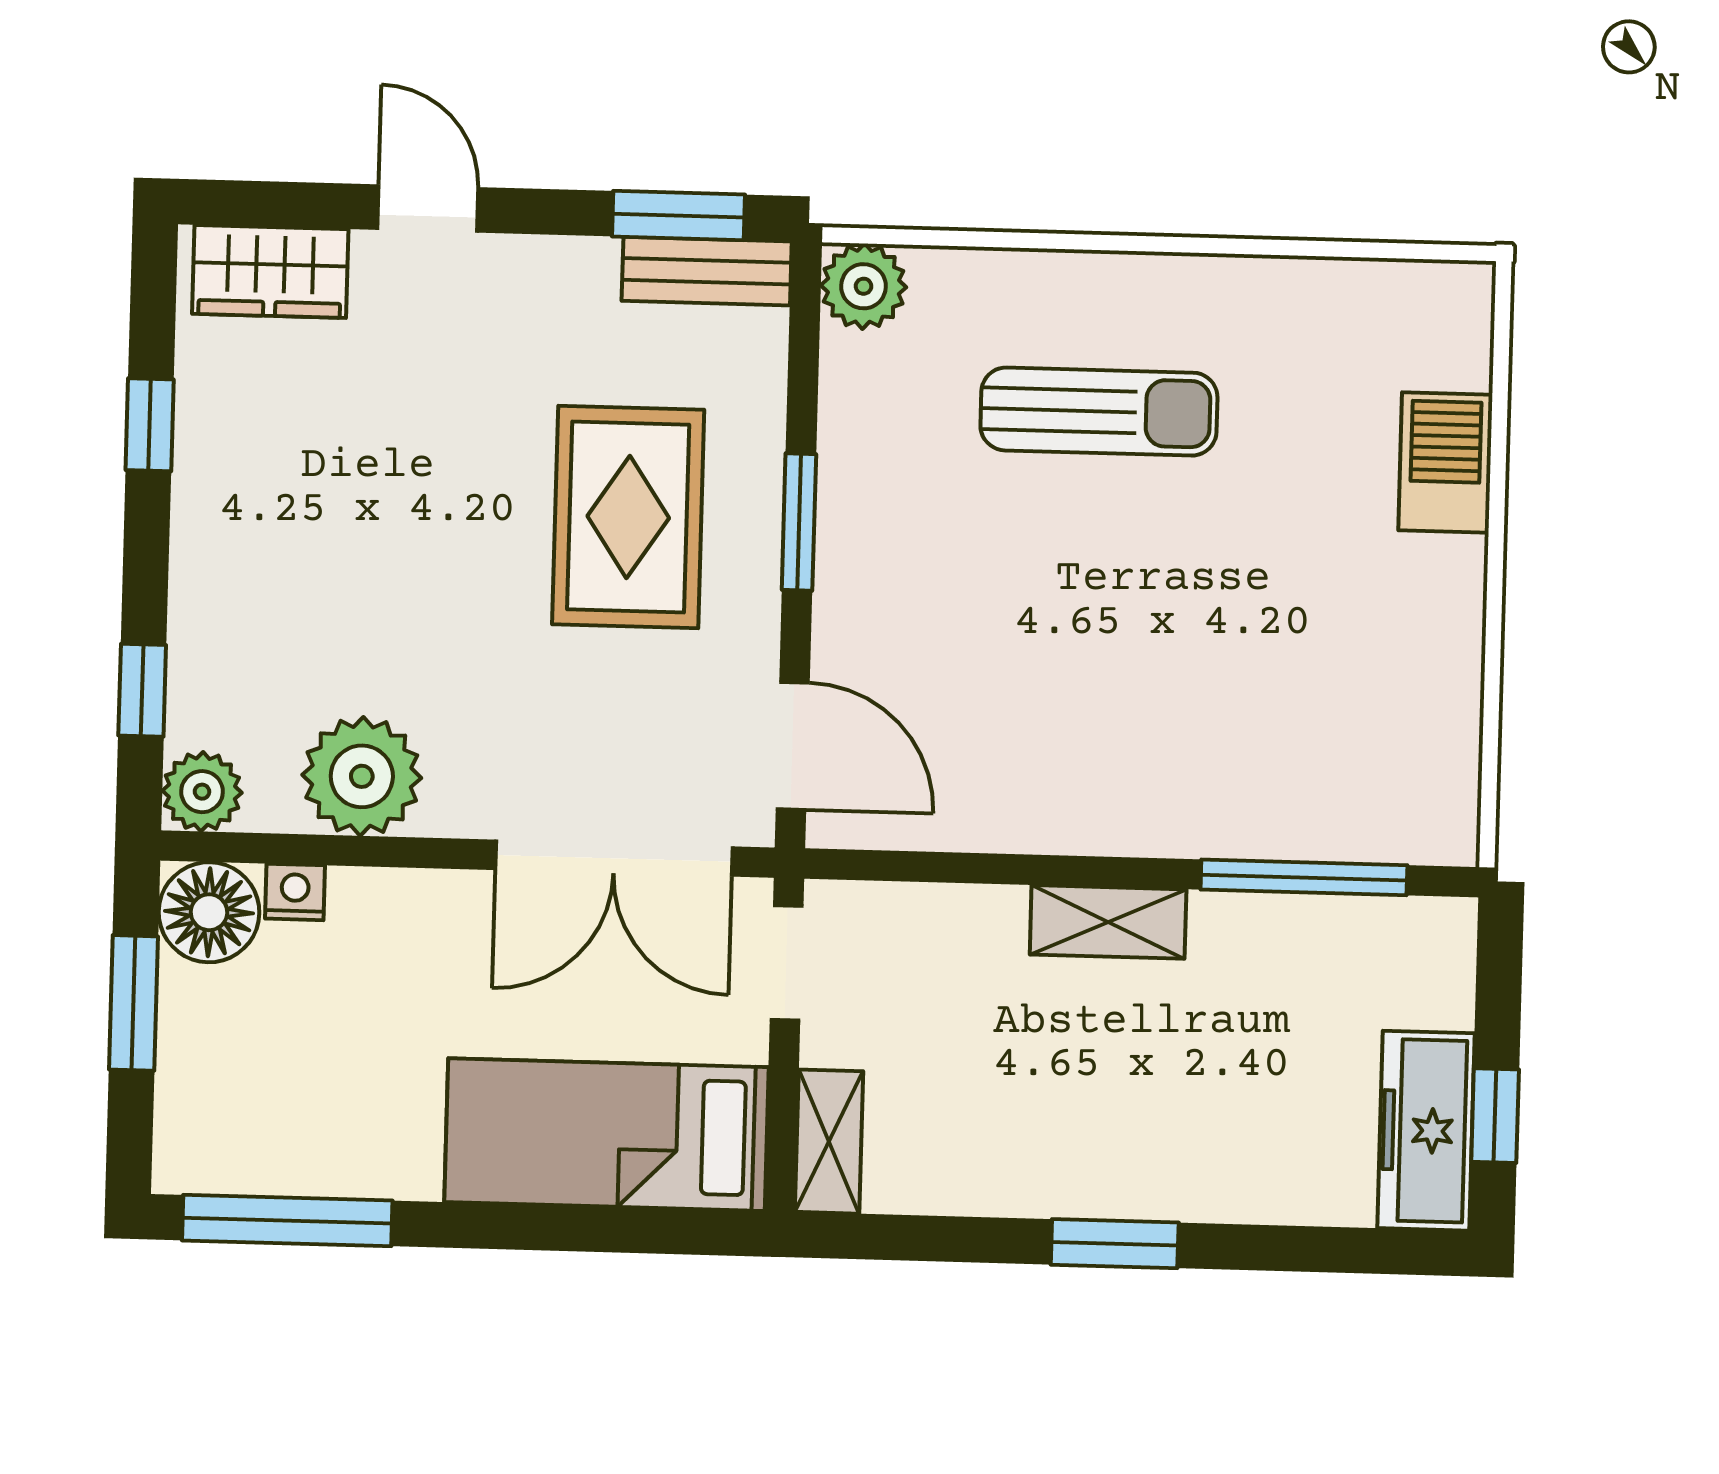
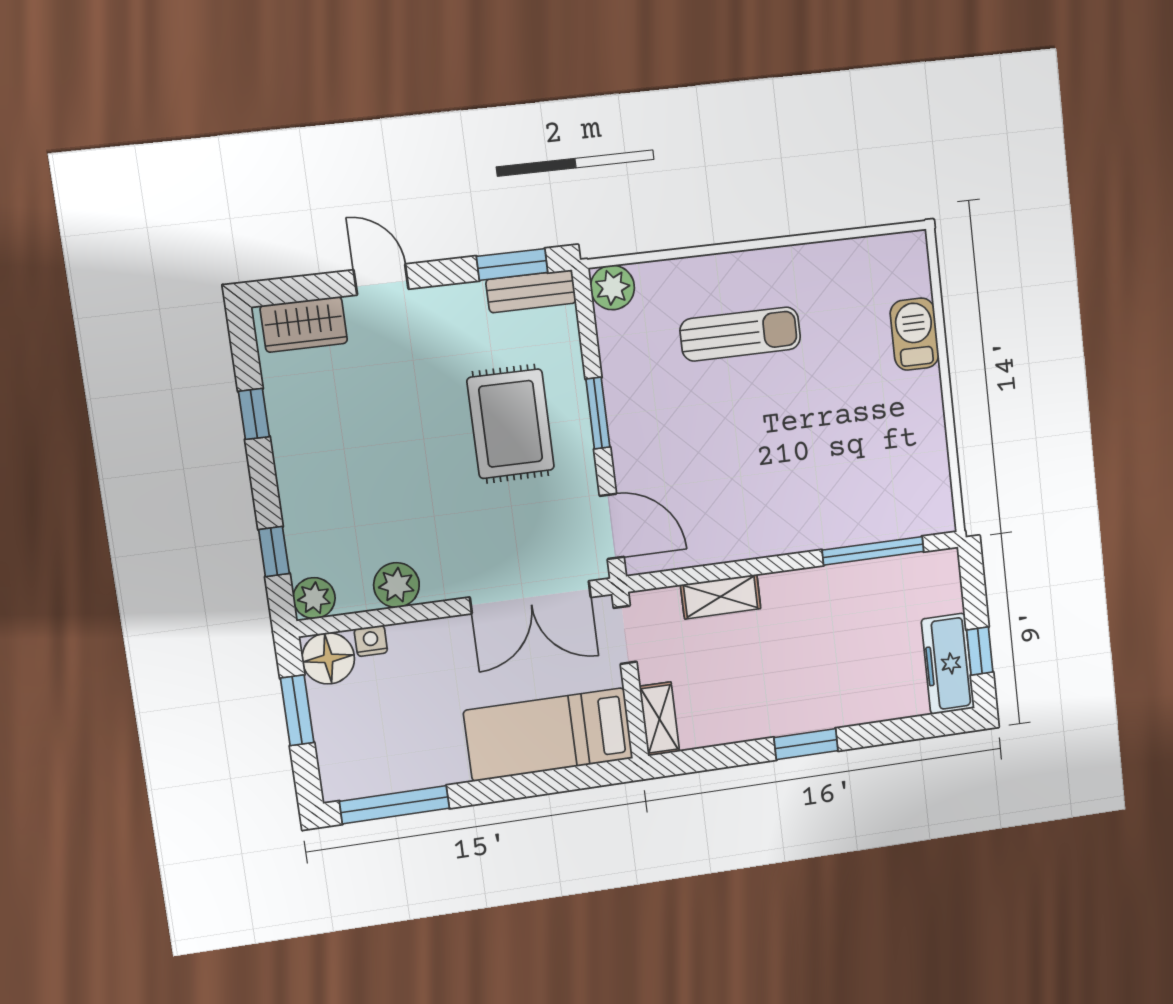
plant: (362, 776) -> (396, 585), width x0.73, depth x0.73
shelving: (1108, 922) -> (721, 597), moved

